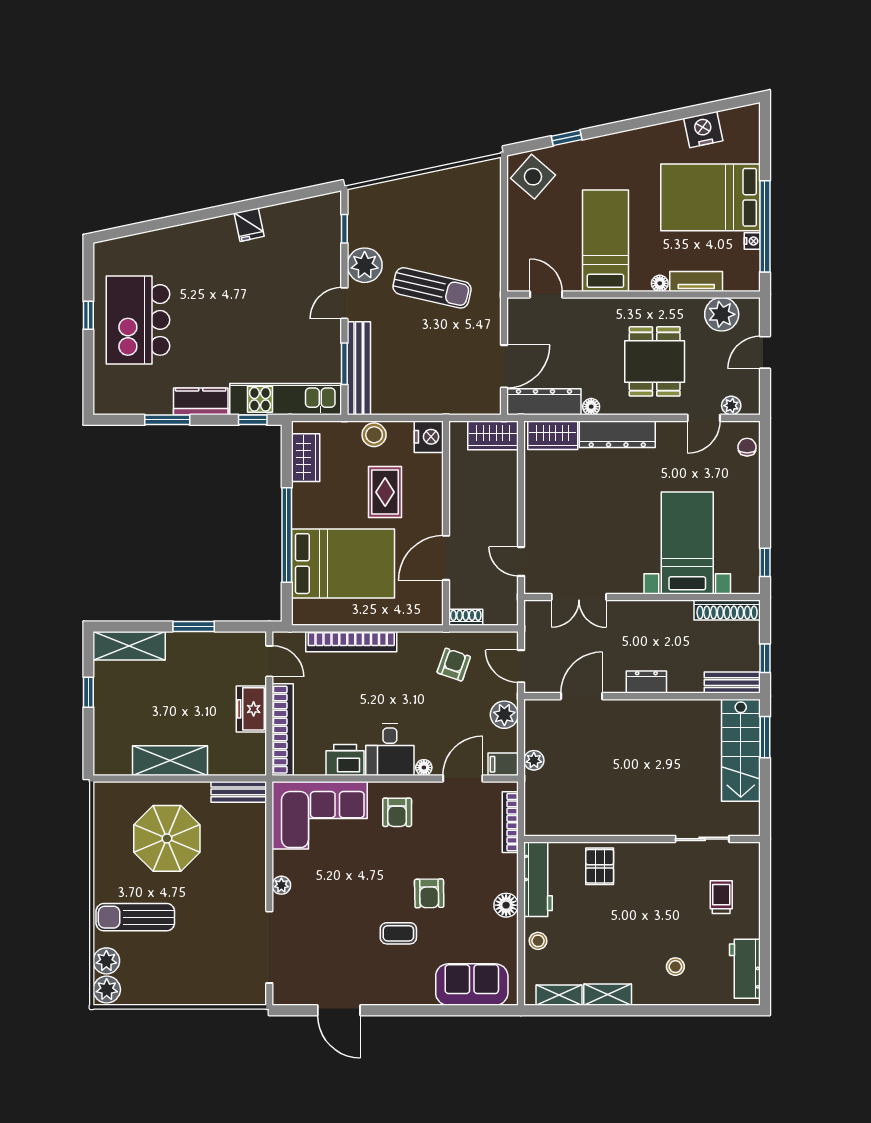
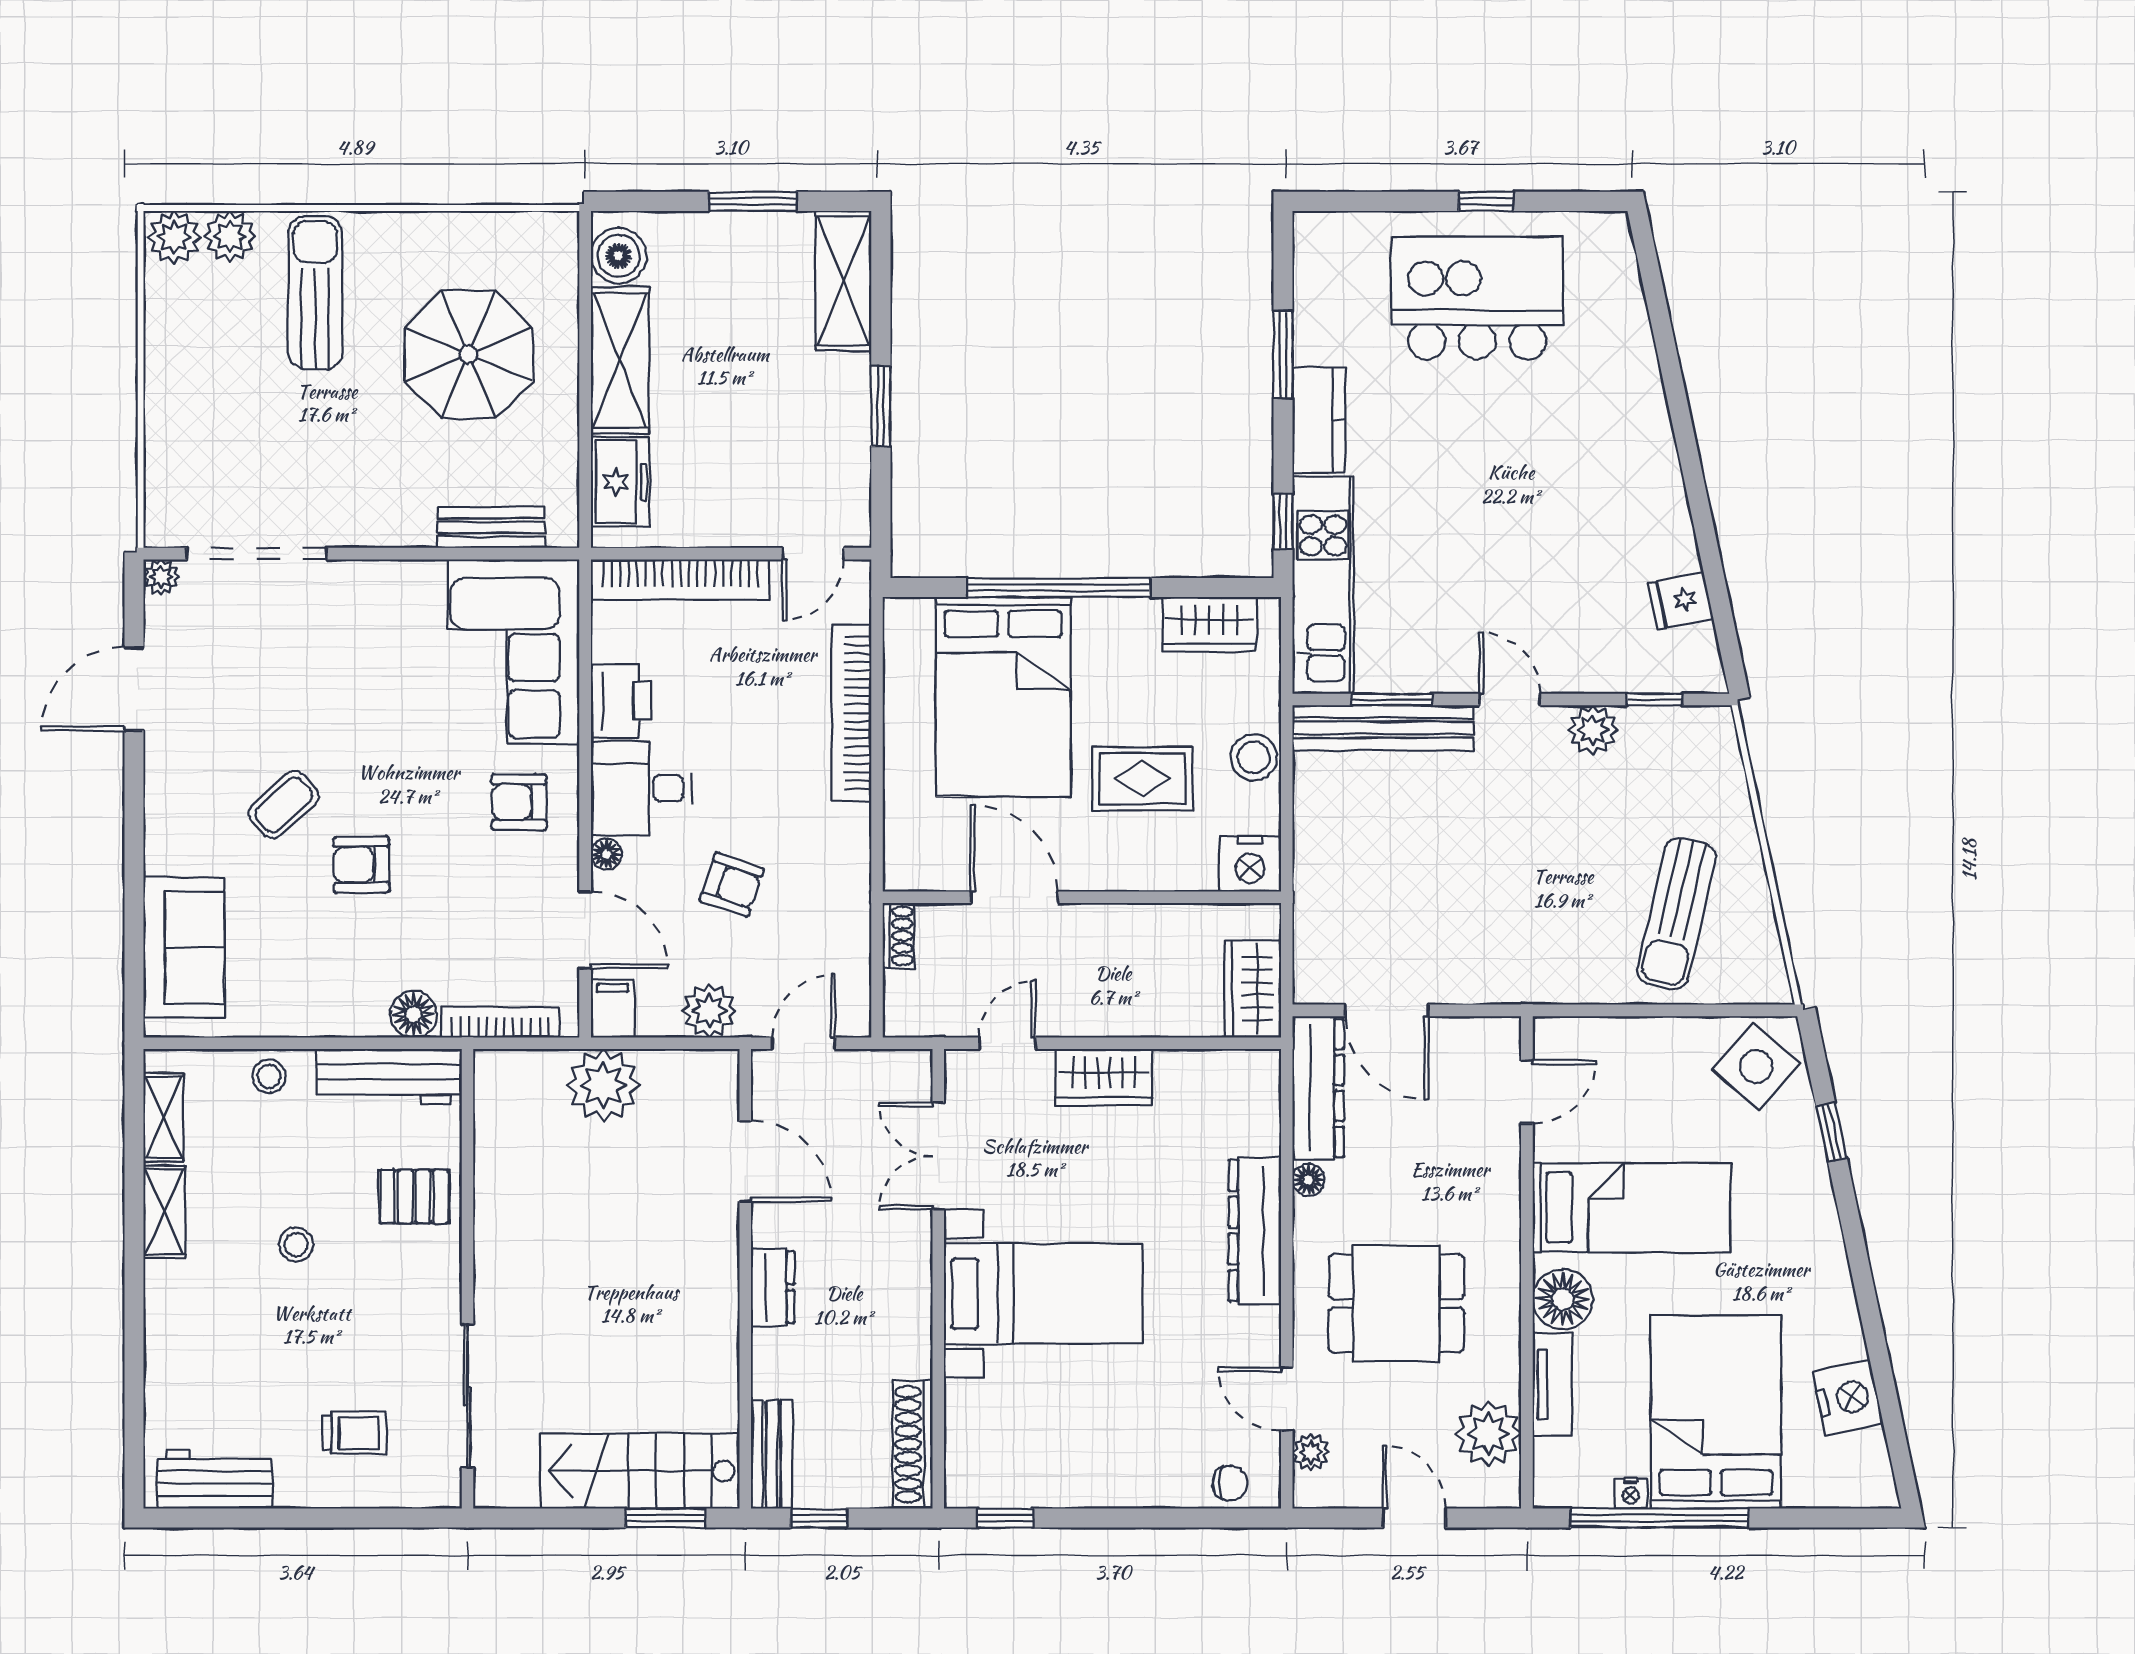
fridge: (249, 225) -> (1681, 601), moved
plant: (365, 265) -> (1593, 730), width x0.73, depth x0.73
floor lamp: (660, 283) -> (1563, 1299), width x1.89, depth x1.89
sun lounger: (432, 288) -> (1677, 913), moved
wardrobe: (553, 435) -> (1104, 1077), moved, turned -90
bed with nightstands: (687, 543) -> (1043, 1294), moved
armchair: (454, 665) -> (732, 885), moved
window: (88, 692) -> (753, 201), width x1.50
freezer: (251, 709) -> (620, 482), moved, turned 90
plant: (534, 760) -> (603, 1085), width x1.88, depth x1.88
boiler: (116, 761) -> (619, 256), added
bench: (239, 792) -> (491, 527), moved, turned 90
sliding door: (702, 839) -> (467, 1396), width x1.37
plant: (281, 885) -> (161, 577), moved
floor lamp: (506, 905) -> (414, 1014), moved
coffee table: (398, 933) -> (284, 805), turned 48
stool: (675, 967) -> (296, 1245), moved

